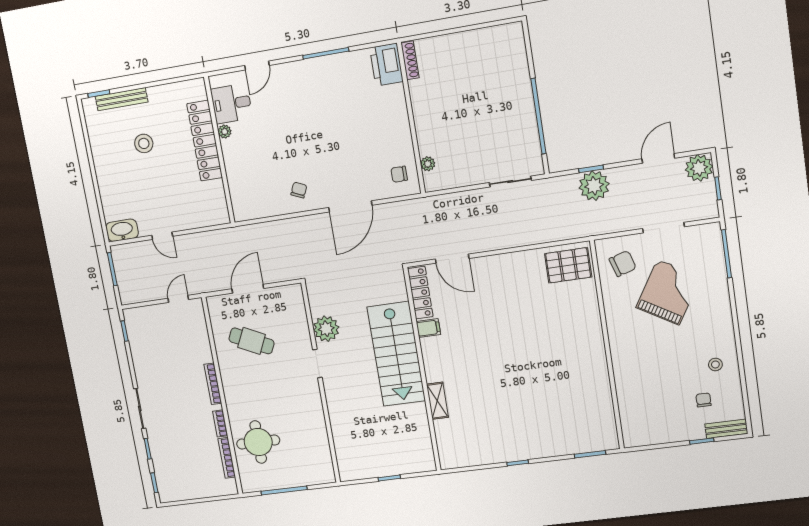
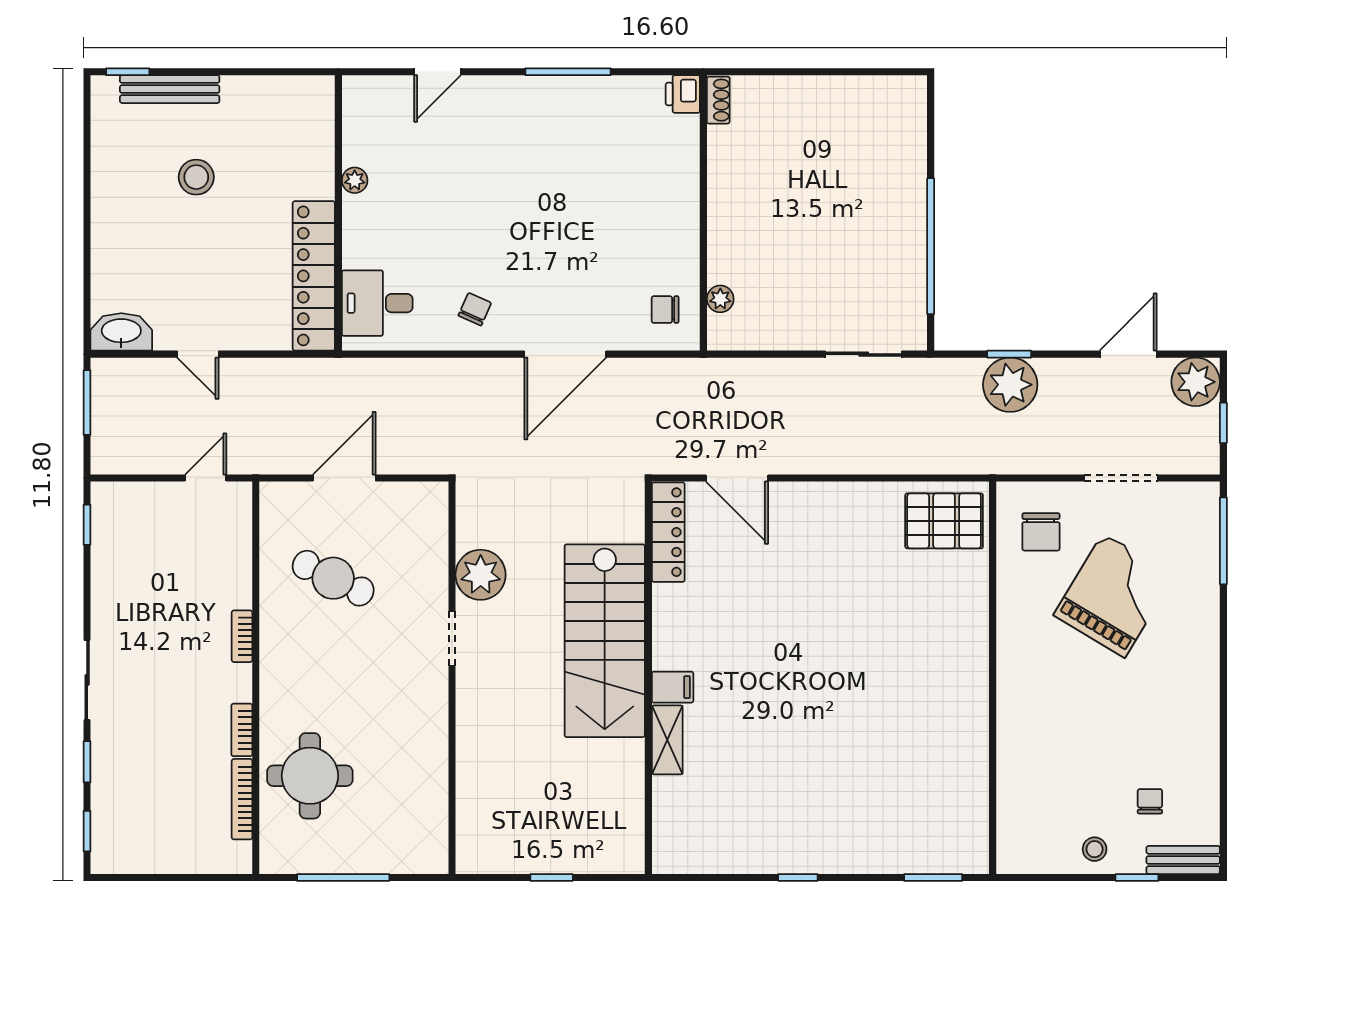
shoe rack: (410, 60) -> (718, 100), width x0.70
printer: (386, 65) -> (683, 94), width x0.53, depth x0.68
desk: (231, 104) -> (377, 303), moved
locker: (205, 141) -> (314, 276), moved
chair: (623, 264) -> (1041, 532), turned 107
filing cabinet: (428, 328) -> (673, 687), moved
stool: (715, 364) -> (1095, 849), moved
bookcase: (213, 384) -> (242, 636), width x0.64

